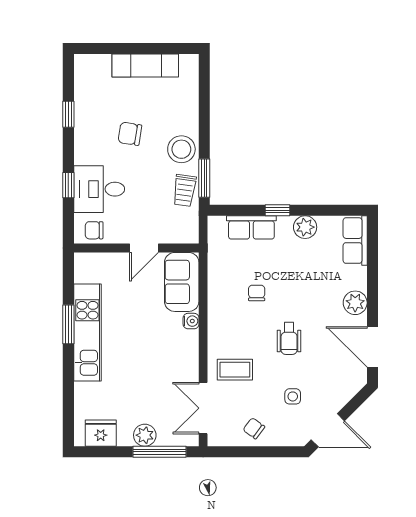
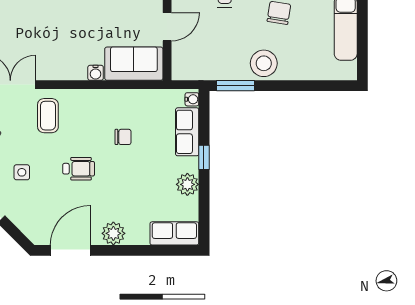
trolley: (184, 190) -> (223, 66), removed
water cooler: (218, 223) -> (192, 99), added
door: (144, 248) -> (167, 27), swing flipped
wheelchair: (289, 338) -> (79, 169), turned 180

